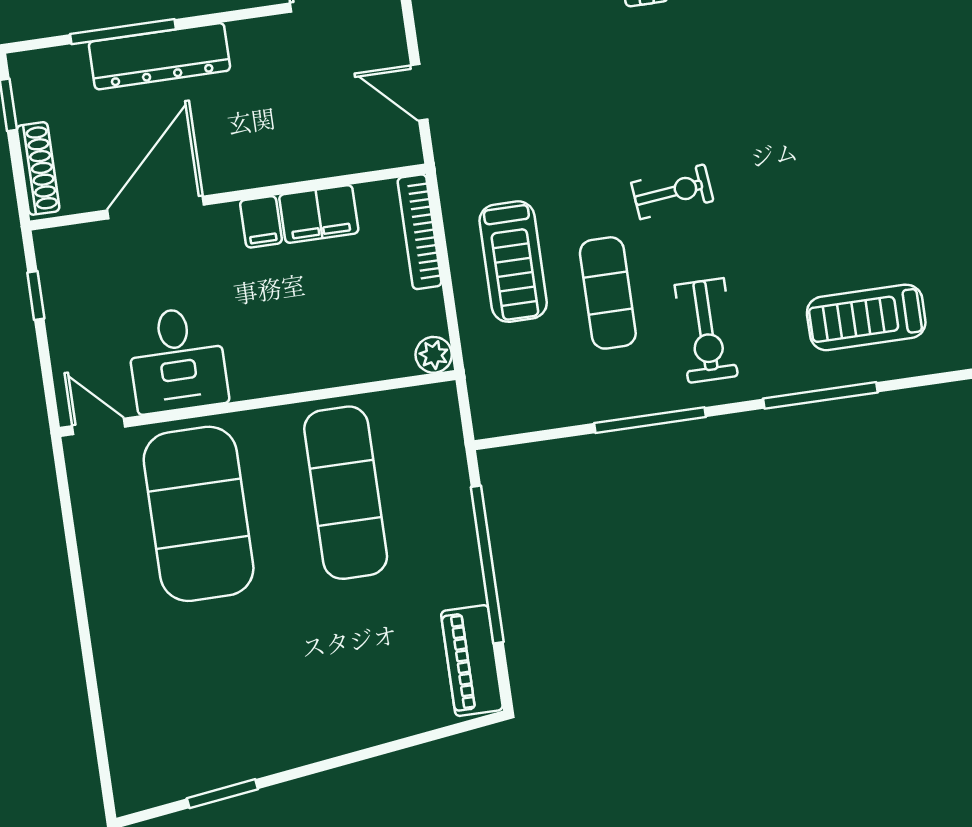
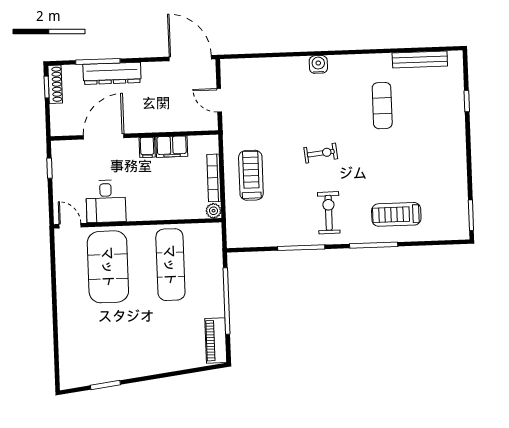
shoe rack: (38, 168) -> (55, 84), moved
bookcase: (420, 232) -> (214, 178), moved
treadmill: (513, 262) -> (251, 175), turned 180
exercise mat: (608, 293) -> (382, 106), moved
exercise bike: (706, 331) -> (329, 213), turned 180

